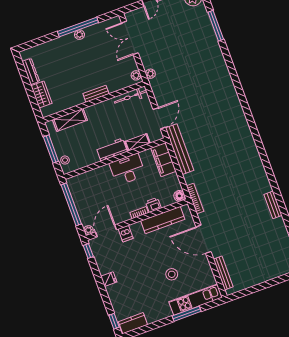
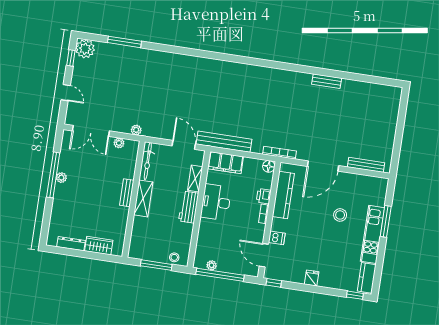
plant: (136, 75) -> (119, 143), moved
shelving: (70, 120) -> (143, 198), moved
plant: (88, 230) -> (212, 265), moved
kitchen unit: (196, 300) -> (373, 234), moved

